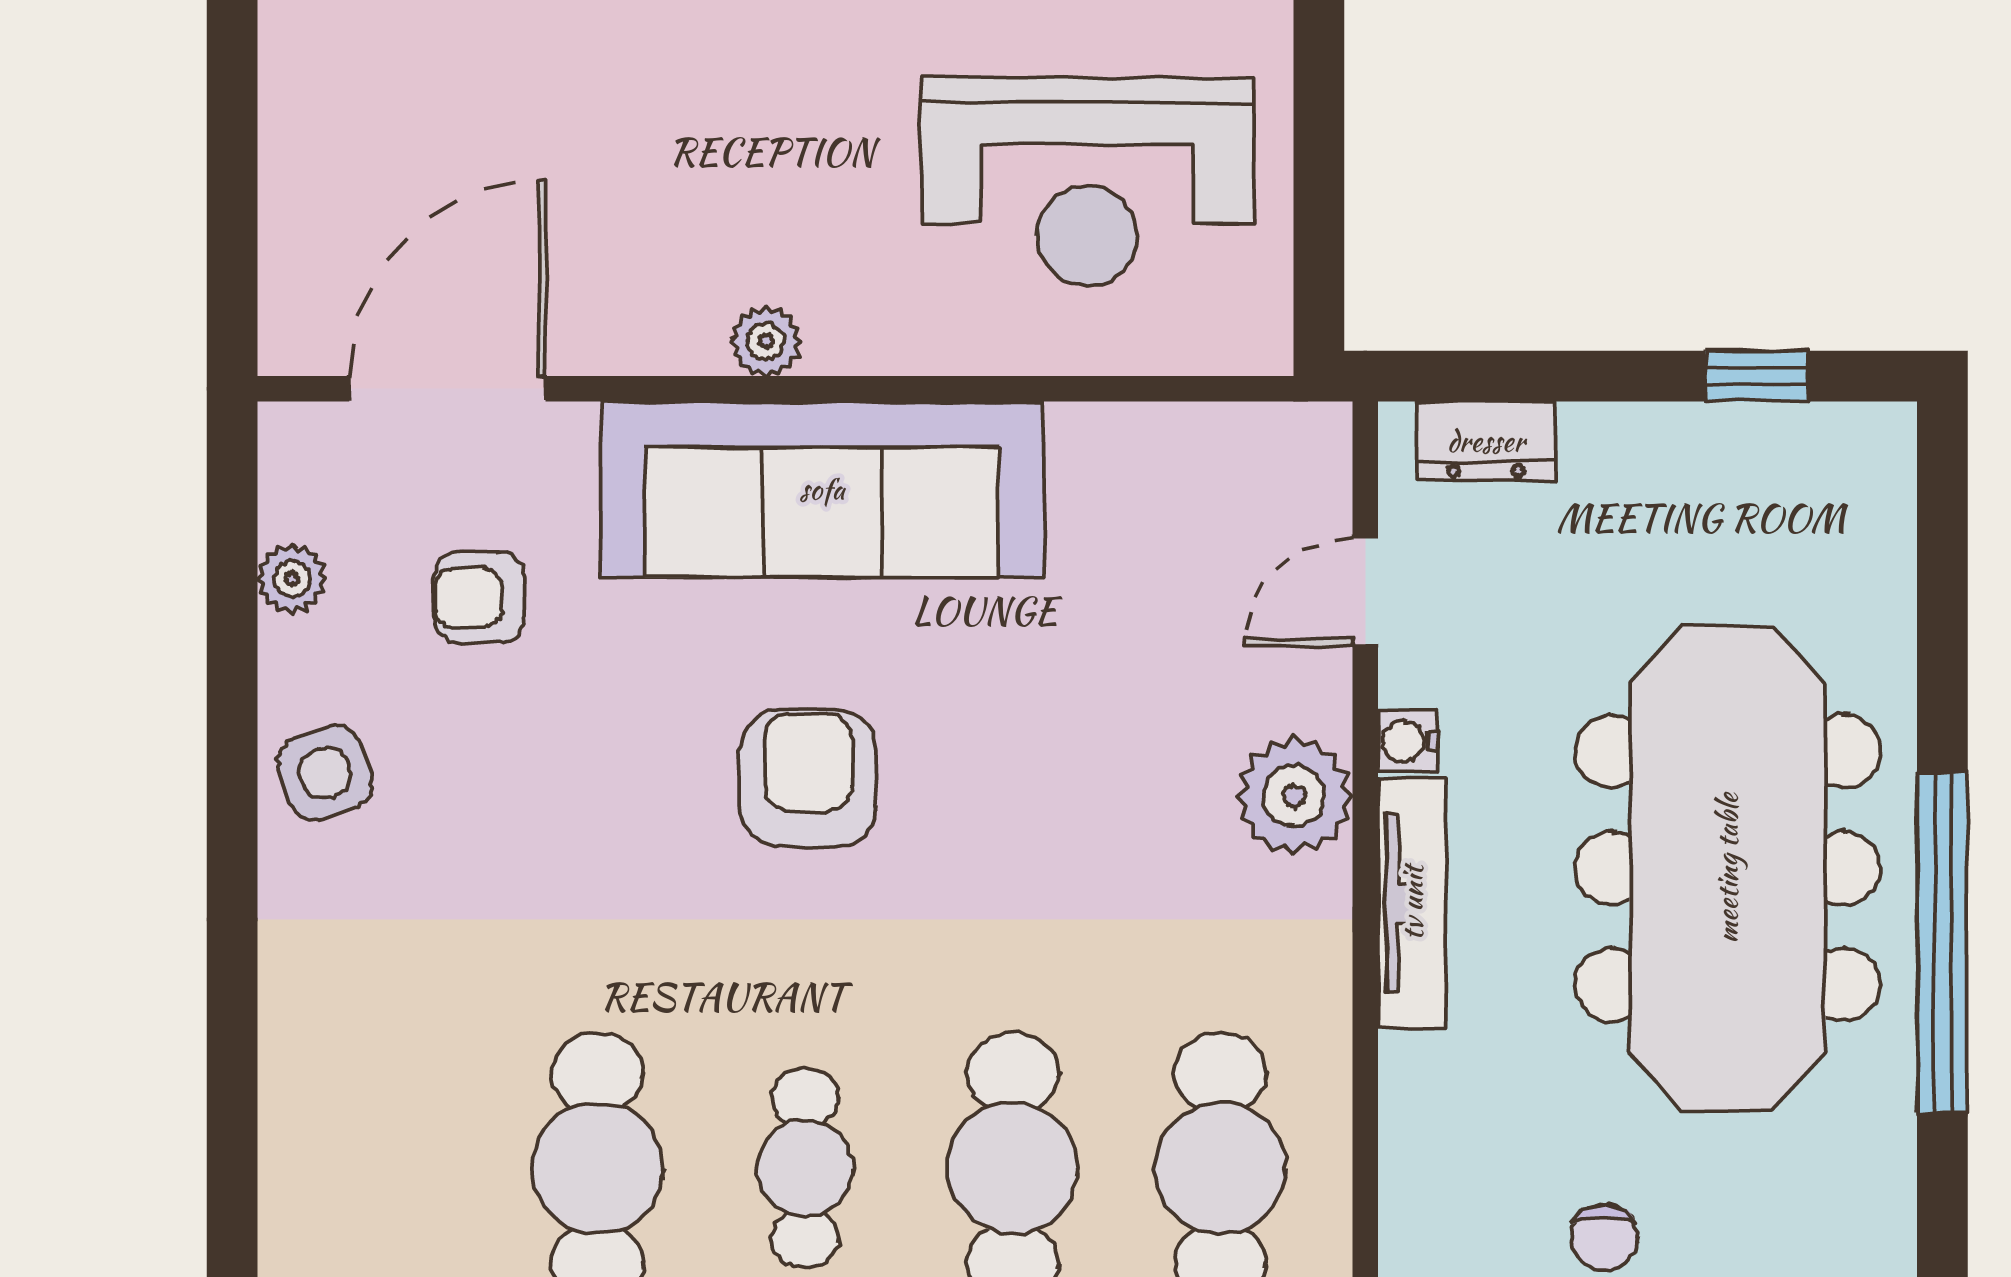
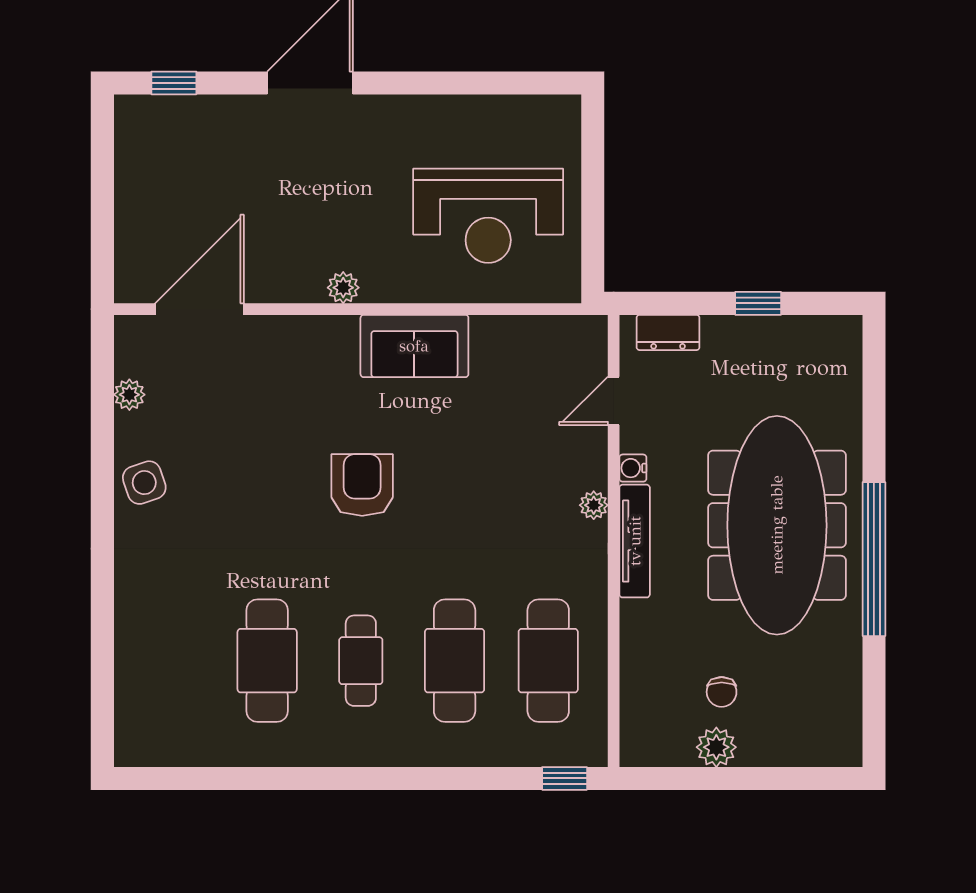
window: (1757, 376) -> (758, 303), moved
sofa: (822, 489) -> (414, 346), width x0.54, depth x0.79
armchair: (479, 597) -> (214, 403), removed
plant: (1294, 796) -> (594, 505), width x0.53, depth x0.53

